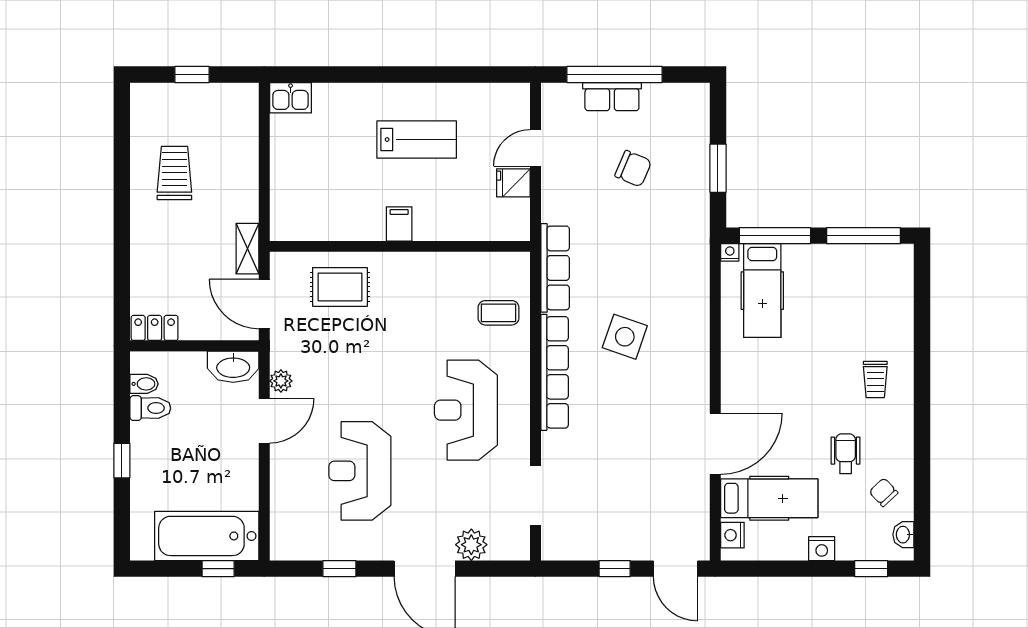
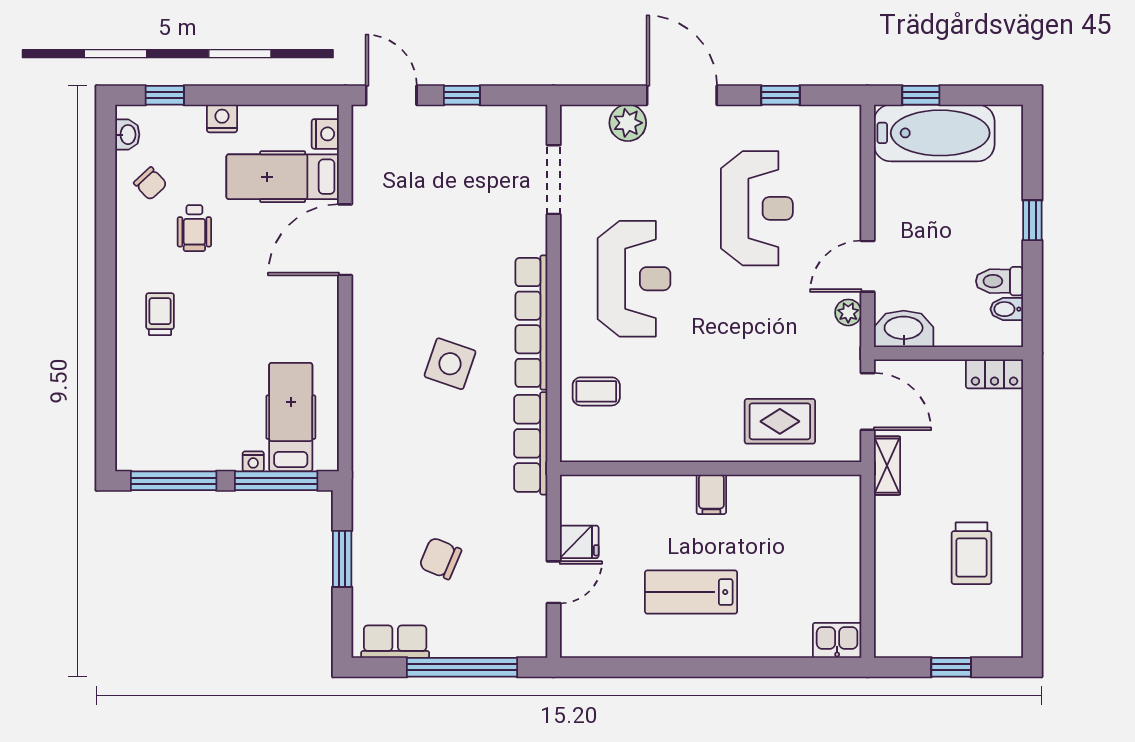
row of seats: (612, 97) -> (395, 642), moved
nightstand: (730, 252) -> (253, 461), moved

